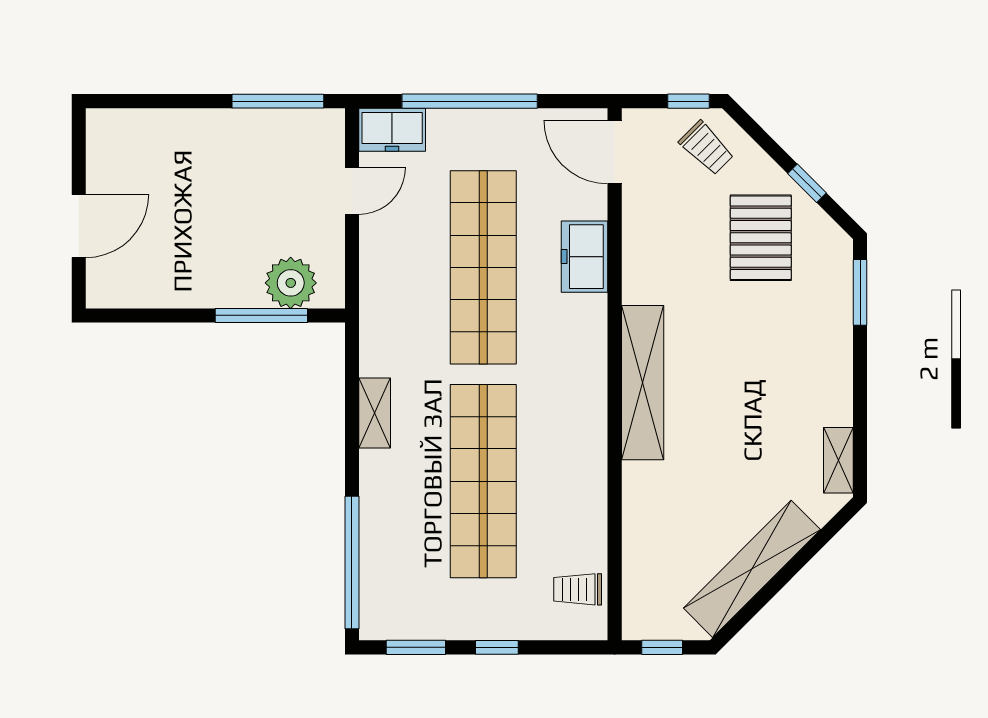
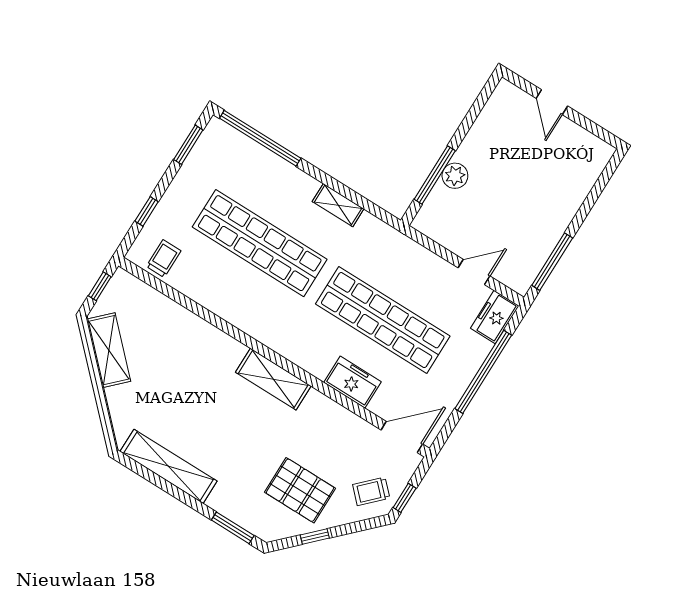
door: (352, 191) -> (474, 272), swing flipped
door: (79, 226) -> (552, 102), width x0.73
plant: (291, 283) -> (455, 176), moved, width x0.73, depth x0.73
shelving: (643, 383) -> (273, 379), width x0.68
shelving: (838, 460) -> (169, 466), width x2.20, depth x1.33
shelving: (752, 569) -> (109, 350), width x0.68
window: (497, 647) -> (147, 211), moved

